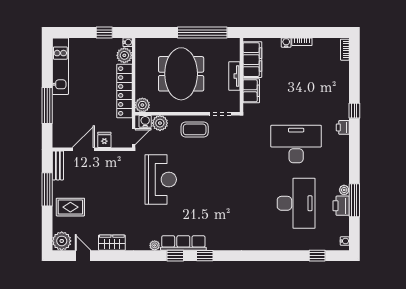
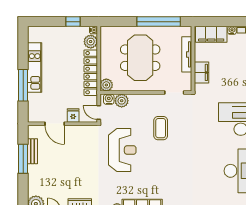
filing cabinet: (252, 60) -> (211, 34), moved, turned 90
kitchen unit: (60, 66) -> (35, 67), moved
tv unit: (234, 76) -> (187, 54), width x1.41
coffee table: (195, 129) -> (161, 128), moved, turned 90
door: (134, 137) -> (99, 113), swing flipped
door: (83, 149) -> (55, 124), swing flipped
bench: (58, 165) -> (32, 151), moved
rug: (70, 207) -> (43, 174), removed

